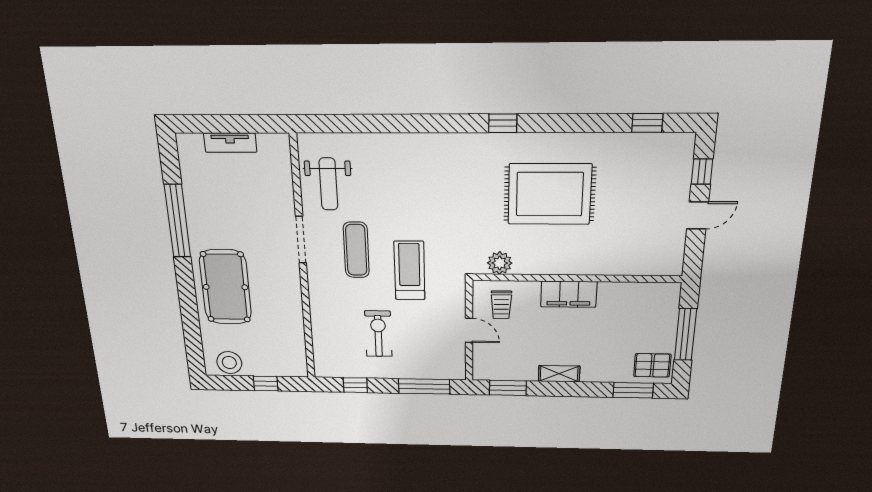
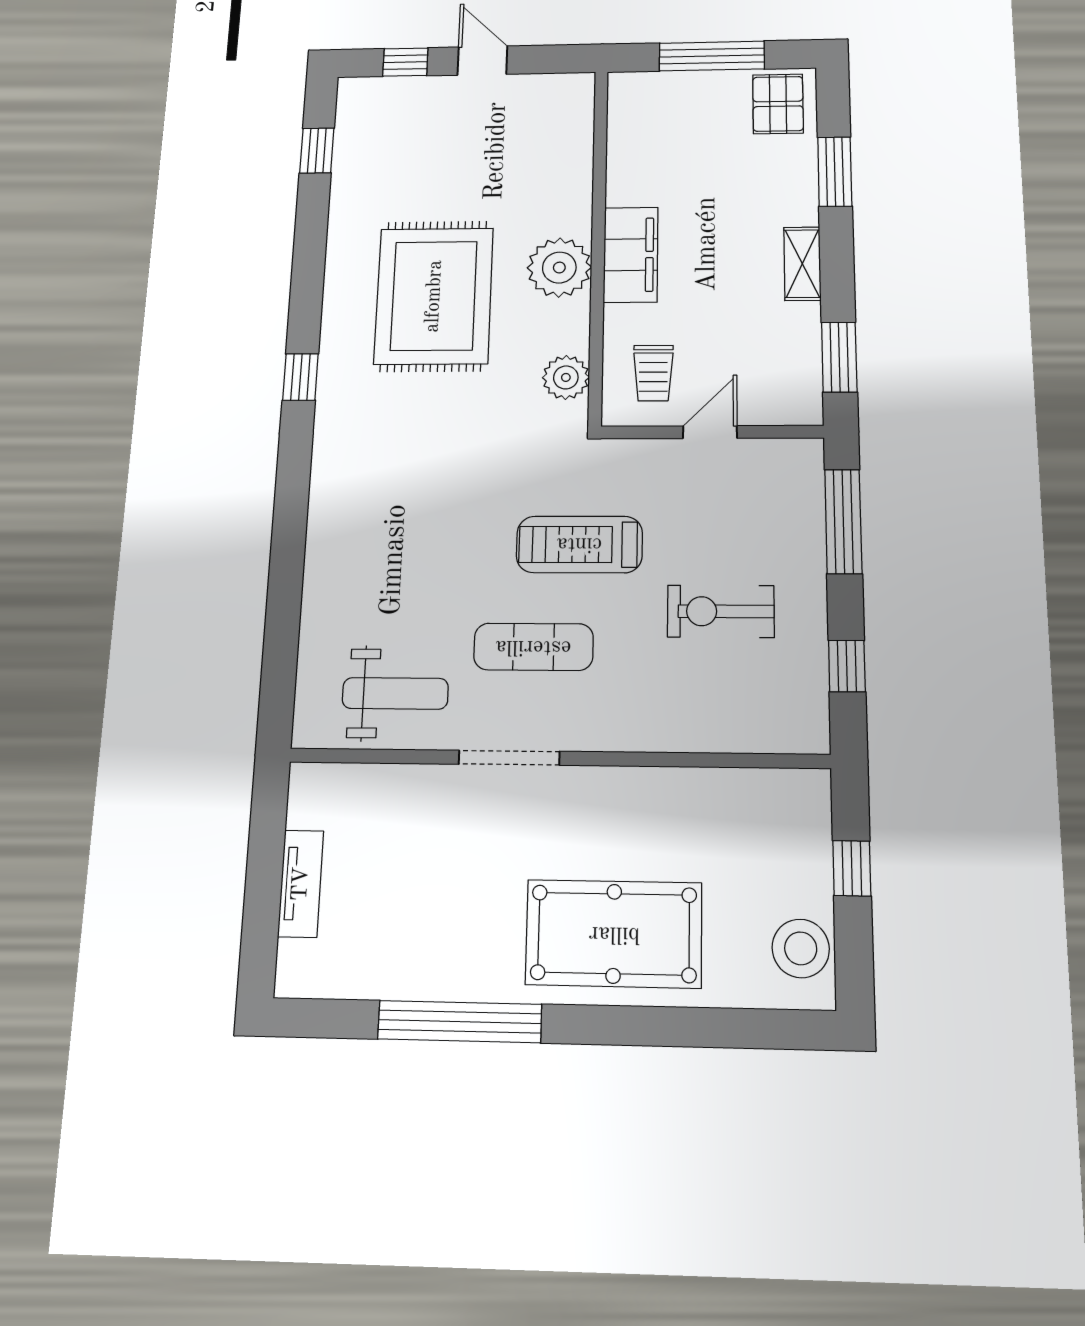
plant: (563, 259) -> (559, 268), added
trolley: (501, 305) -> (653, 373), turned 90
window: (633, 390) -> (835, 172), moved

